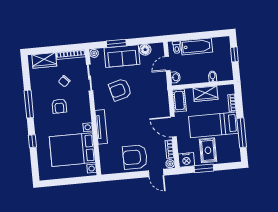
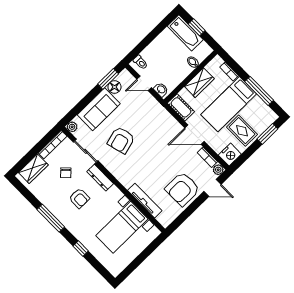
window: (116, 43) -> (108, 79), moved
bathtub: (197, 46) -> (185, 33), moved, turned 90
door: (167, 64) -> (144, 83), hinge flipped
dresser: (85, 104) -> (100, 178), added
tv unit: (101, 127) -> (145, 201), moved
bed with nightstands: (72, 150) -> (122, 227), width x0.73
window: (204, 168) -> (267, 134), moved

